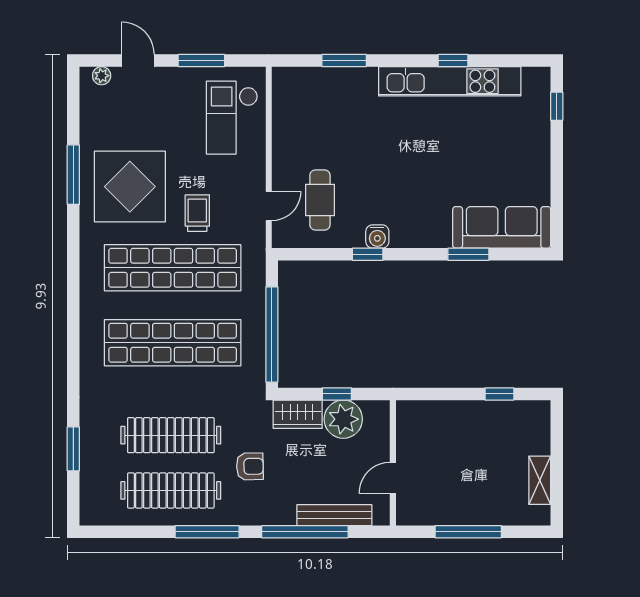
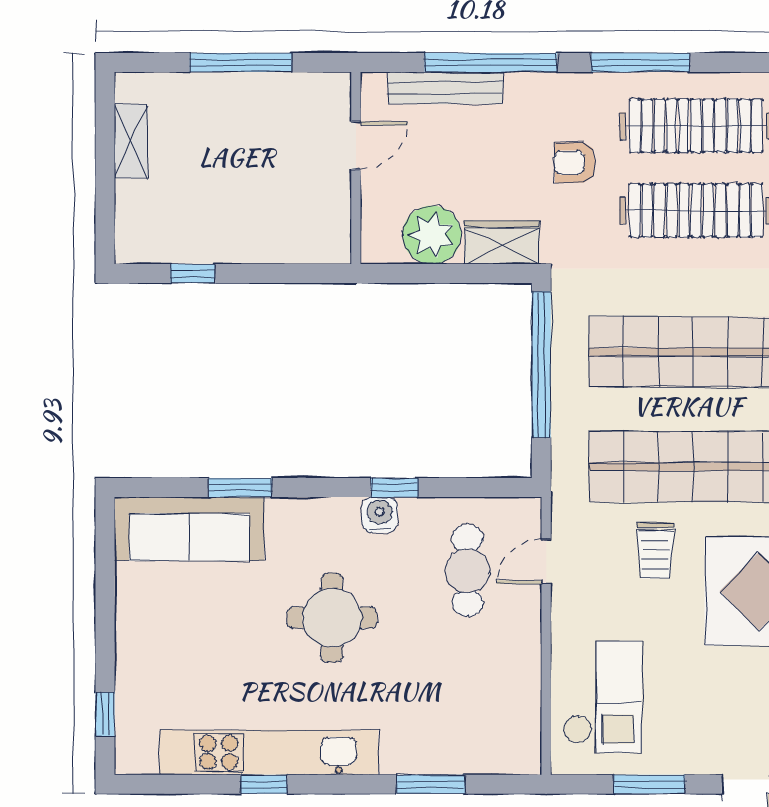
round table: (409, 169) -> (332, 618), added
window: (337, 394) -> (442, 274), removed

